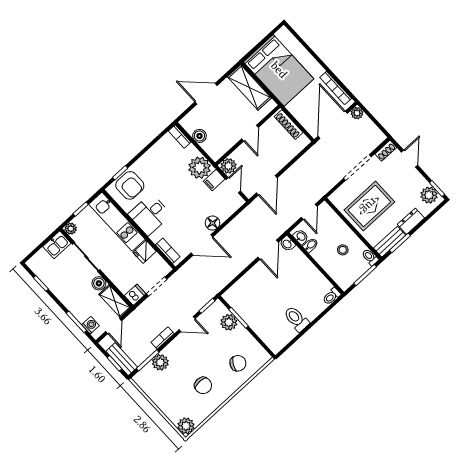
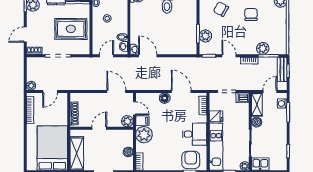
door: (333, 125) -> (50, 91), width x0.53
door: (233, 185) -> (134, 108), swing flipped
door: (267, 185) -> (116, 91), hinge flipped
door: (268, 250) -> (148, 56), hinge flipped

